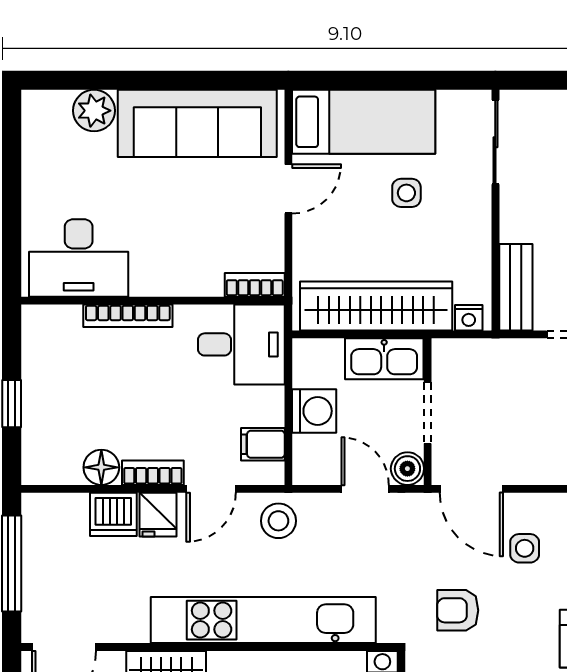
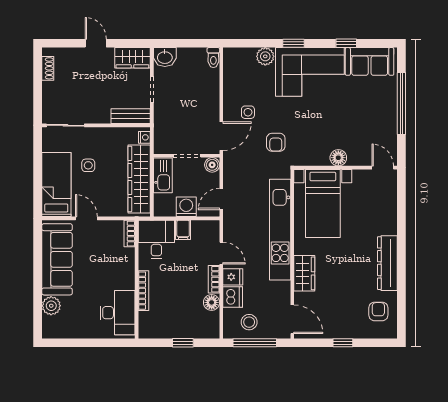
filing cabinet: (263, 444) -> (183, 230), moved
door: (365, 489) -> (221, 199), moved
stool: (278, 521) -> (249, 322), moved

